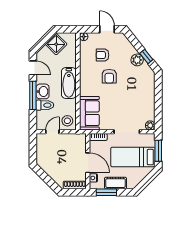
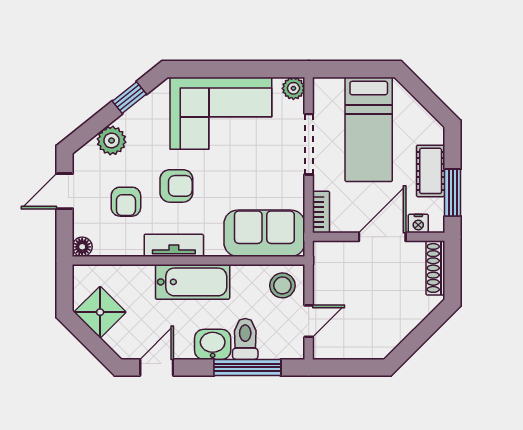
plant: (137, 60) -> (112, 141), moved
tv unit: (84, 75) -> (174, 245), added
window: (33, 95) -> (247, 367), moved
corner sofa: (140, 95) -> (221, 113), added
door: (52, 132) -> (309, 321), swing flipped
window: (158, 151) -> (354, 69), removed

